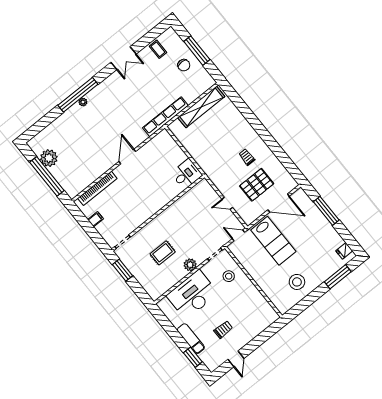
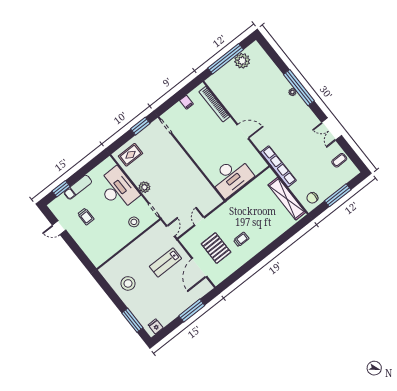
chair: (184, 65) -> (312, 198), moved
desk: (187, 174) -> (231, 177), width x1.87, depth x1.30
lab bench: (273, 241) -> (165, 263), width x0.73, depth x0.72
rug: (163, 253) -> (130, 155), moved, turned 90

